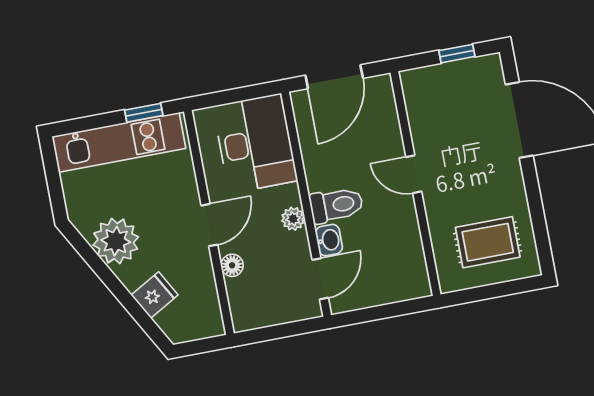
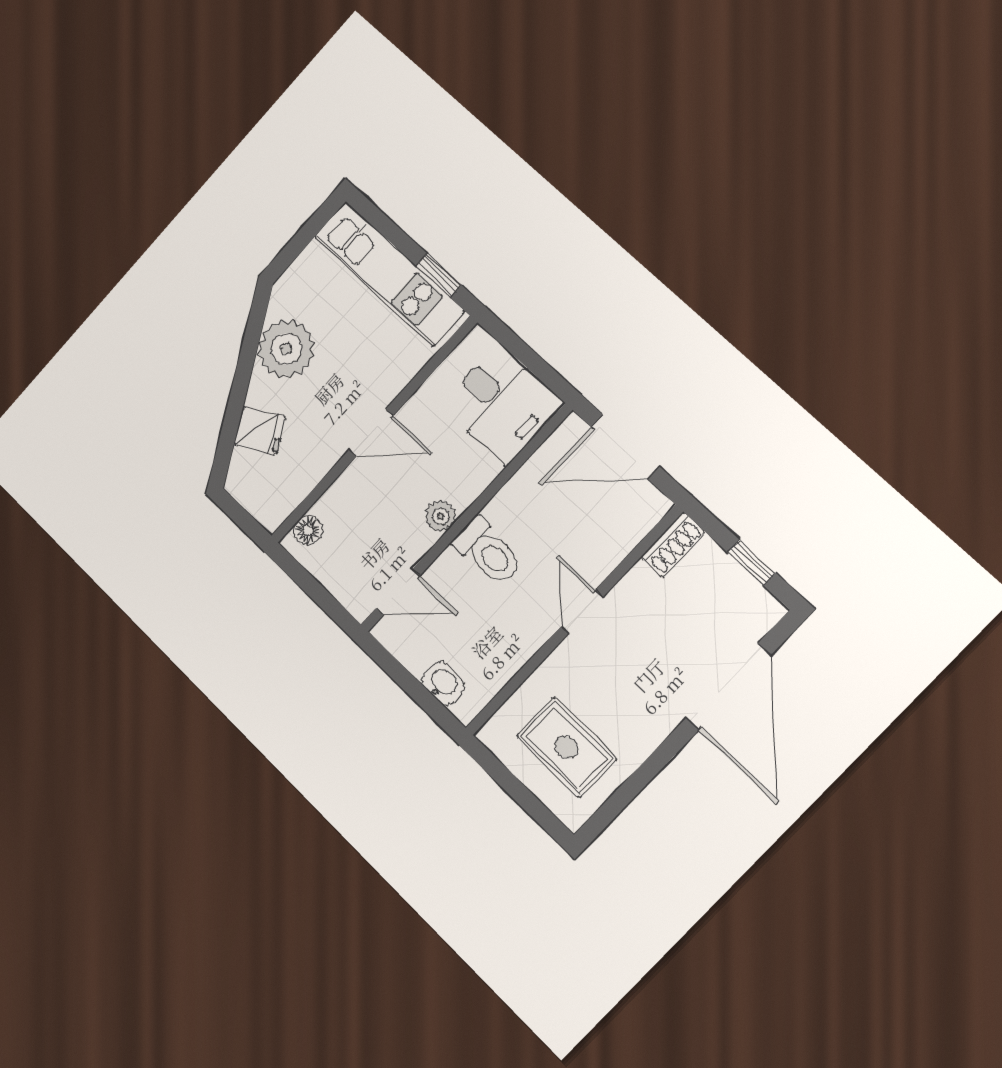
shoe rack: (413, 91) -> (673, 545), added
desk: (255, 143) -> (502, 404), width x0.73
washbasin: (329, 240) -> (443, 683), moved, turned -90
floor lamp: (232, 265) -> (308, 530), moved

